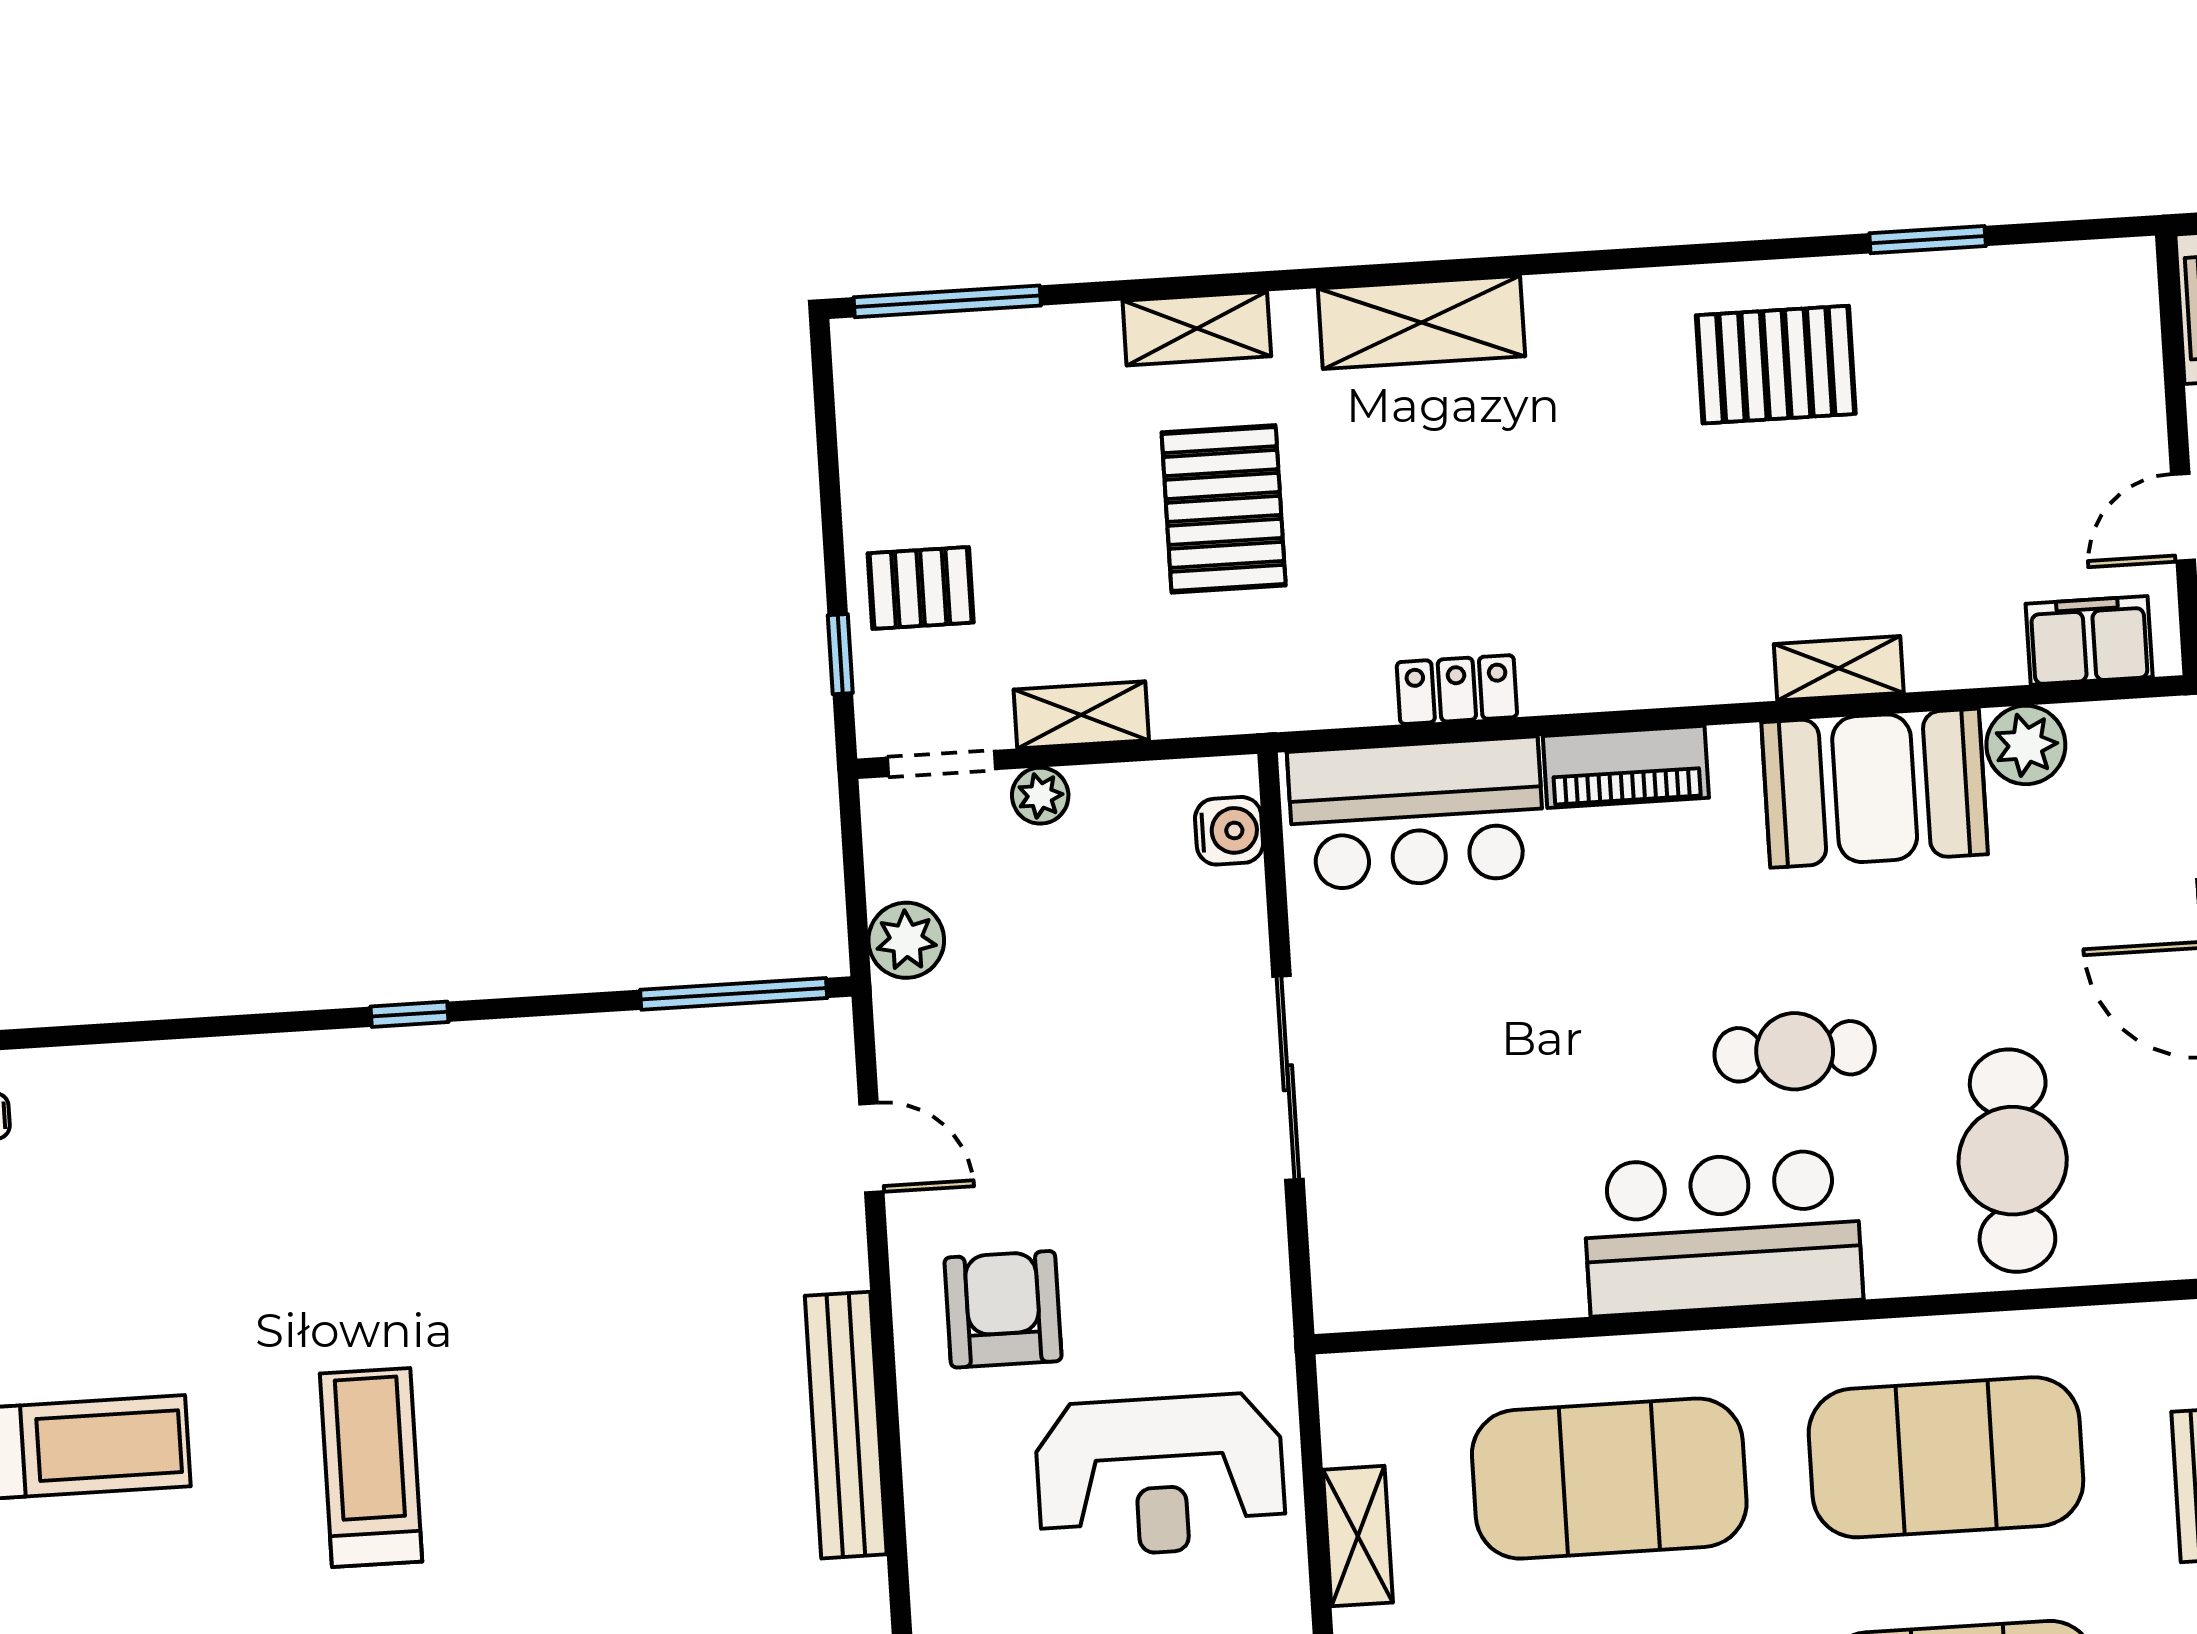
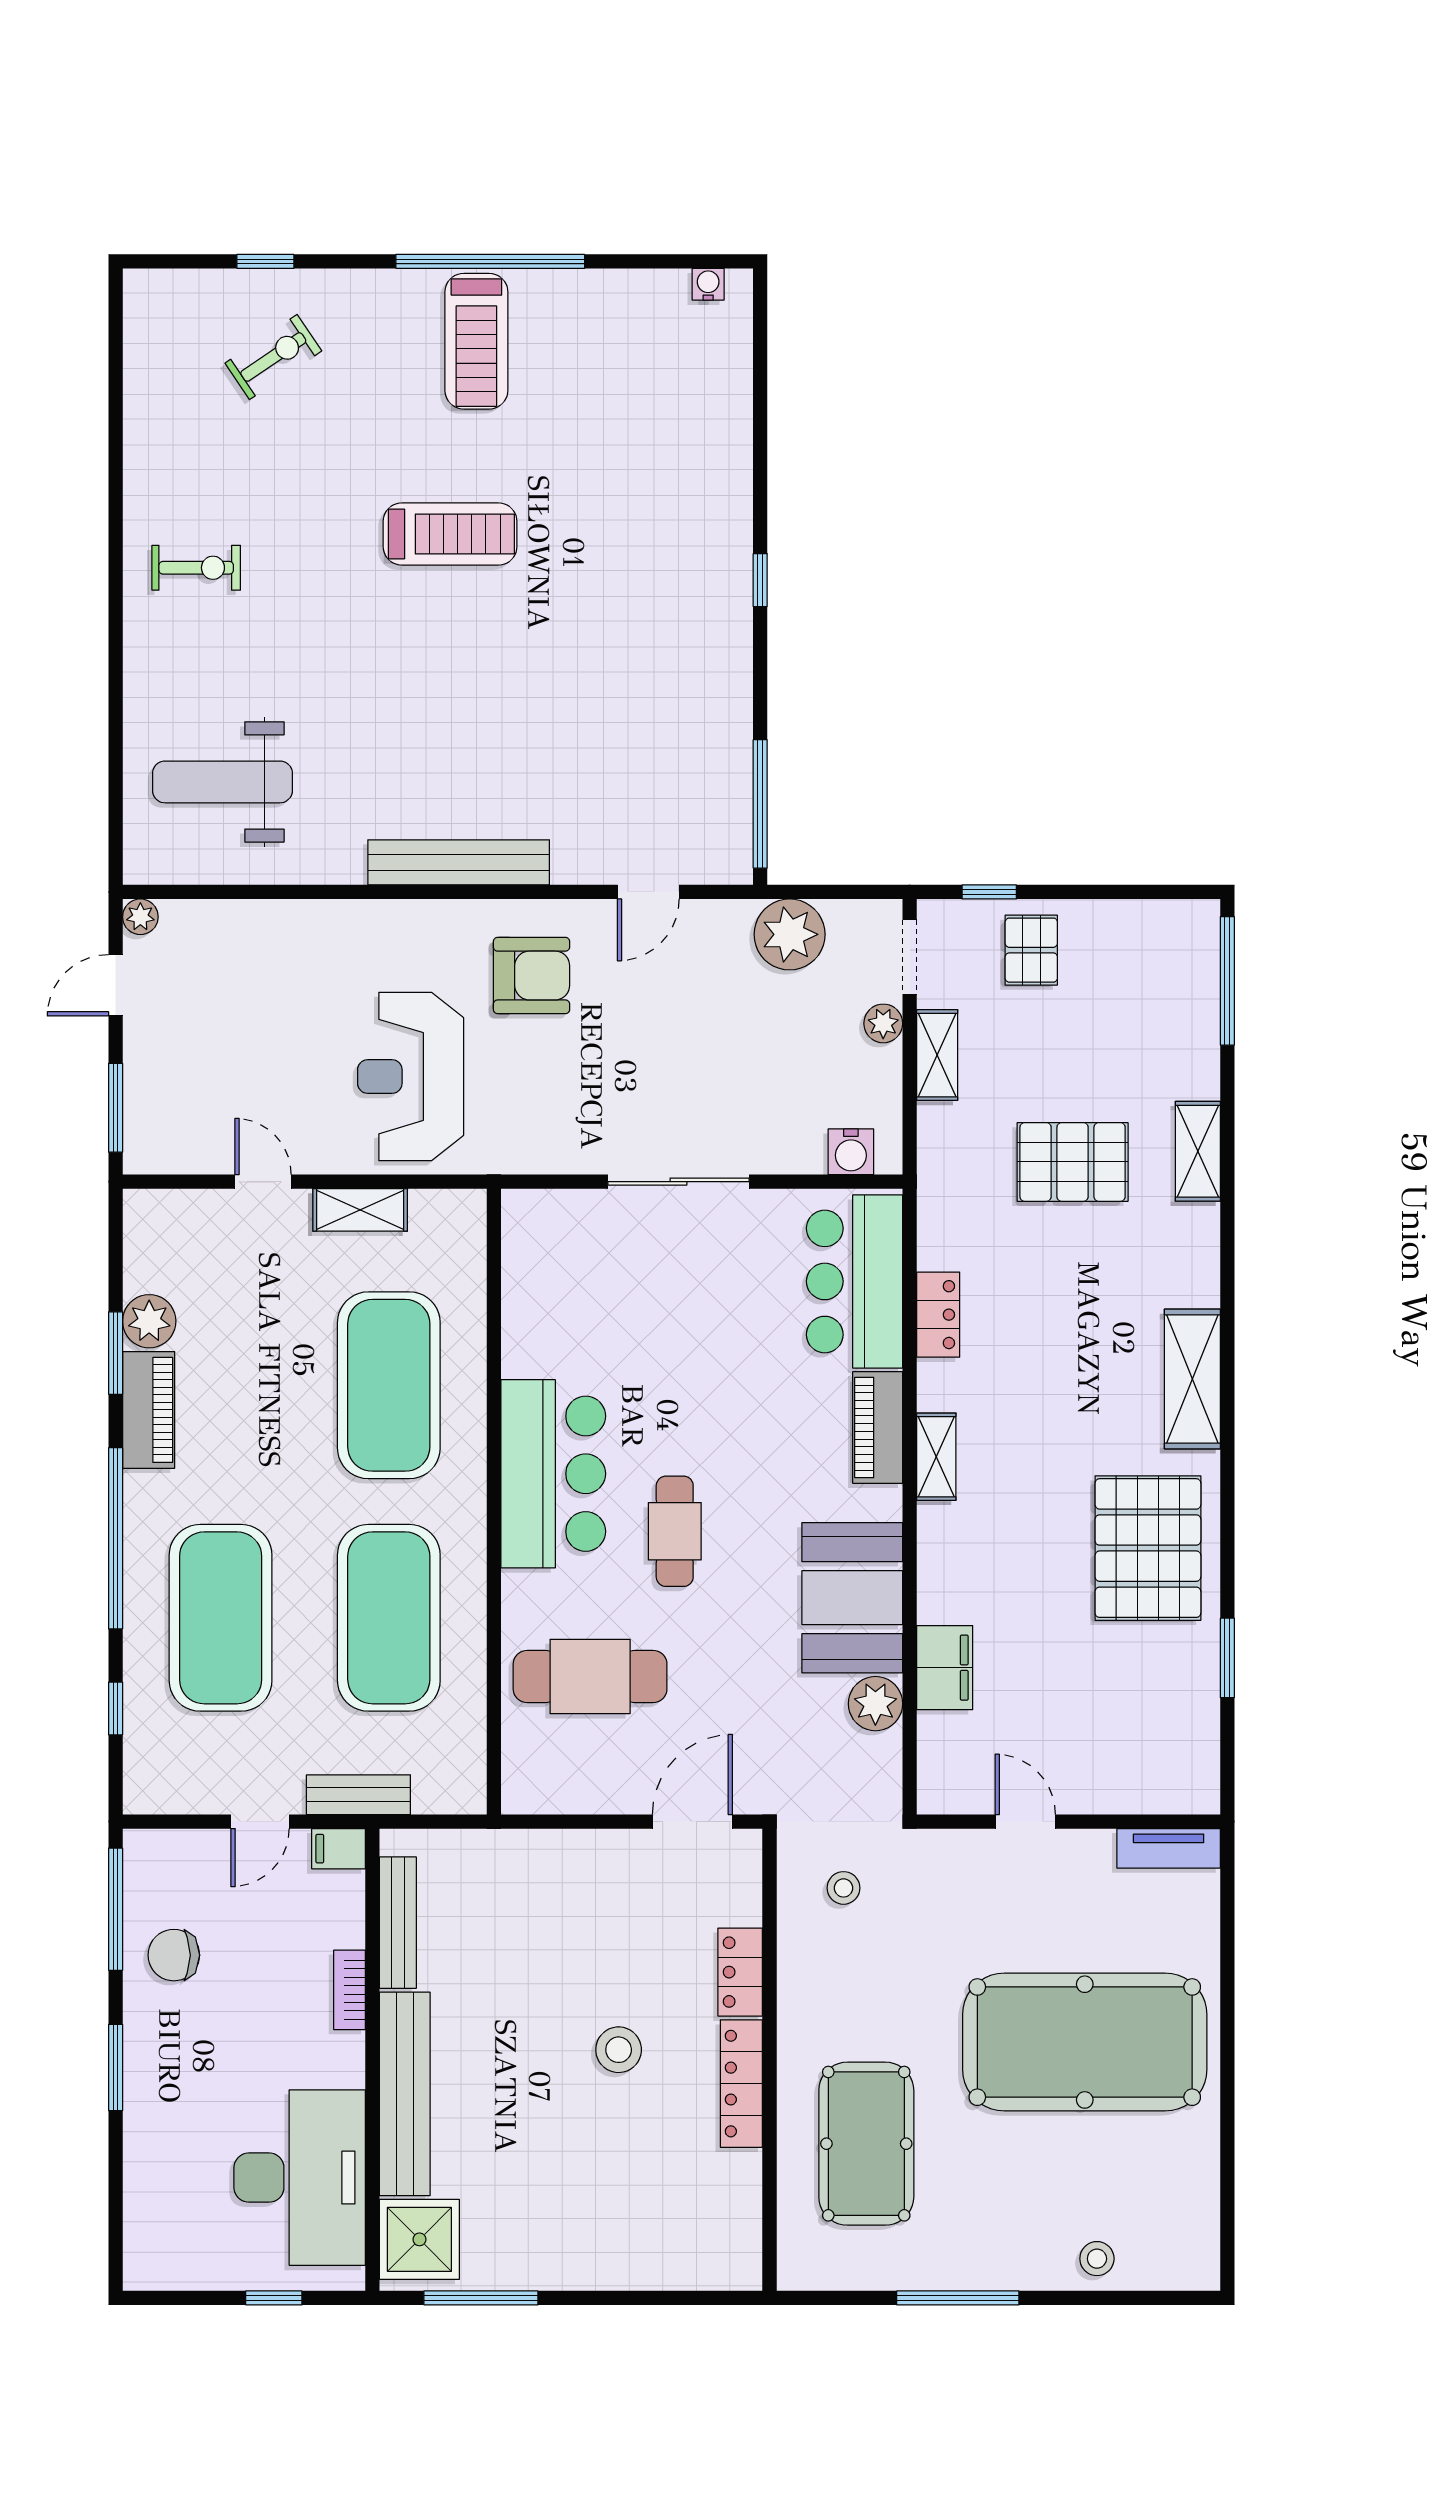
shelving: (1421, 322) -> (1192, 1379), moved
pallet: (1776, 365) -> (1148, 1548), width x1.37, depth x1.41
filing cabinet: (2089, 640) -> (945, 1668), moved
shelving: (1839, 668) -> (936, 1457), moved
plant: (906, 940) -> (790, 934), width x1.36, depth x1.36

